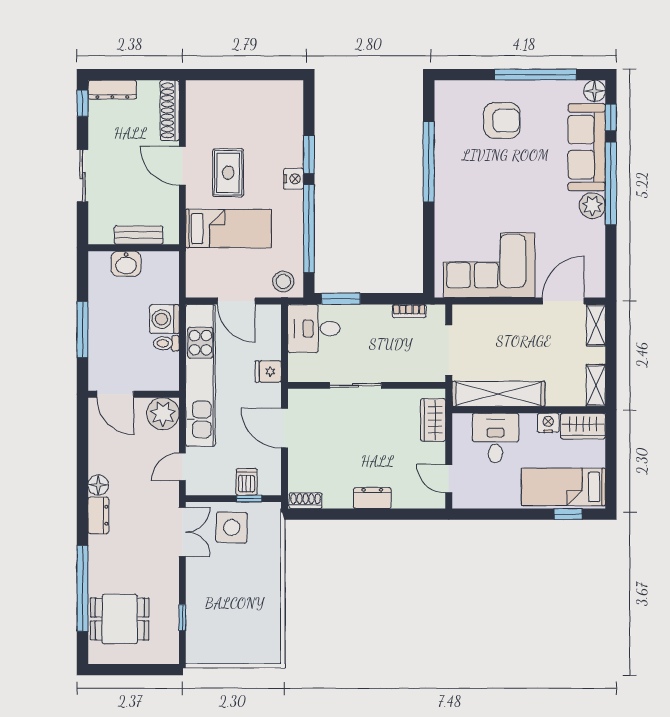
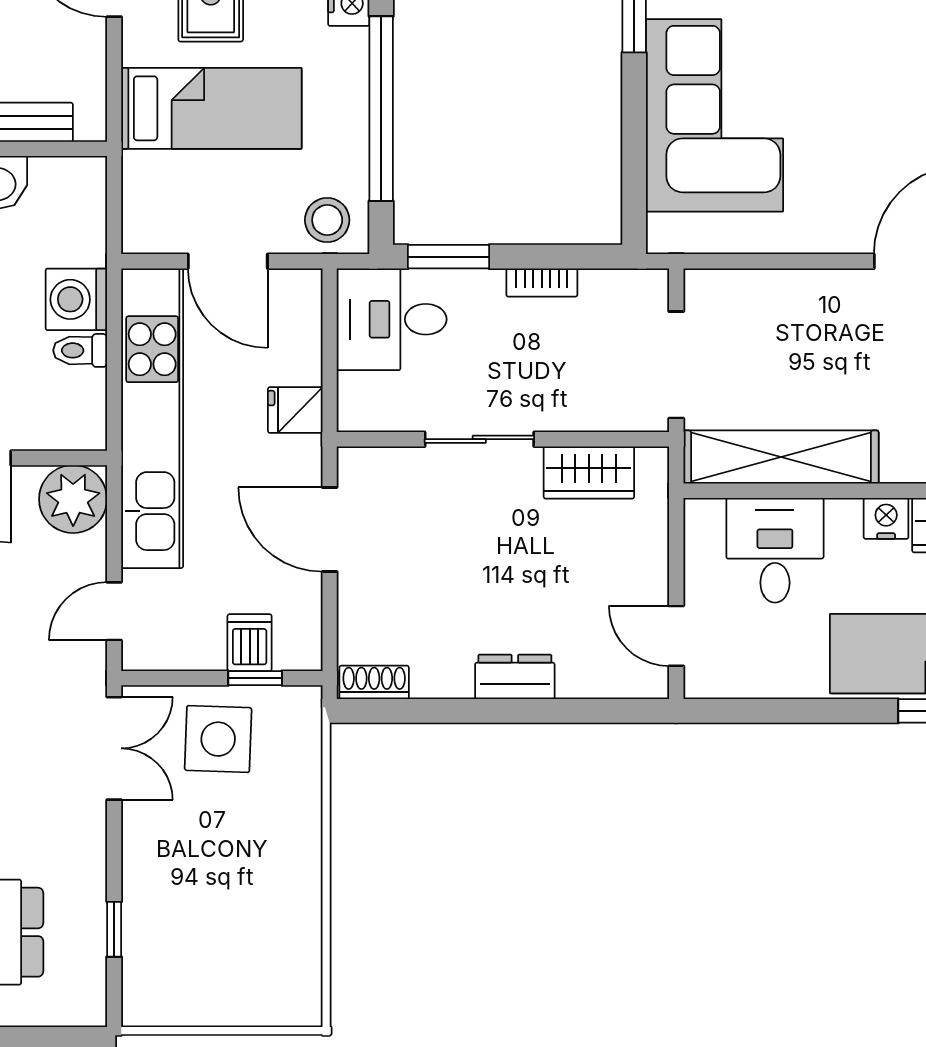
corner sofa: (489, 265) -> (714, 115), moved, turned 90
bookcase: (409, 311) -> (542, 282), moved
wardrobe: (433, 420) -> (589, 473), moved, turned -90

